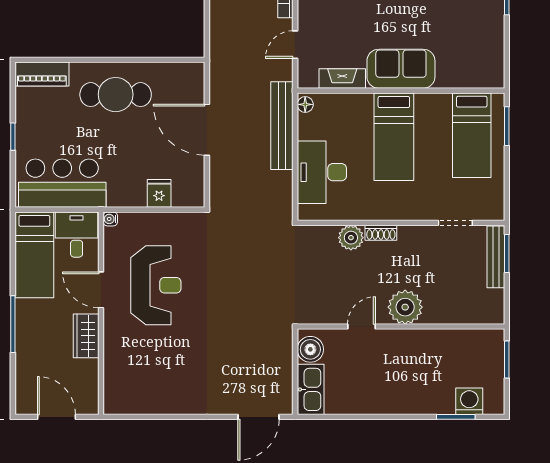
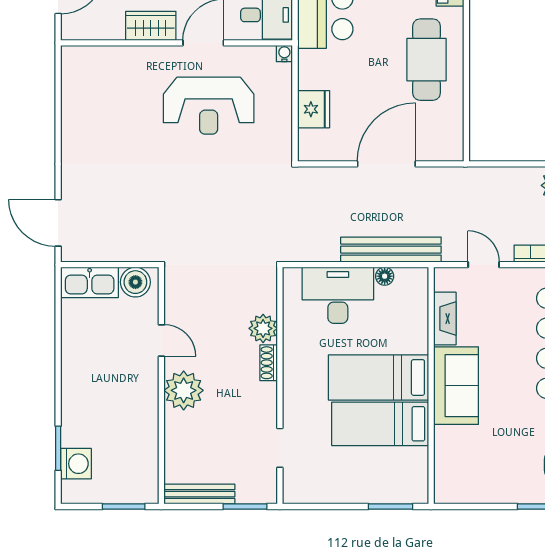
floor lamp: (305, 104) -> (385, 276), moved
bed: (472, 135) -> (380, 424), moved
fridge: (159, 193) -> (314, 109), width x1.38
bench: (496, 257) -> (199, 494), moved

